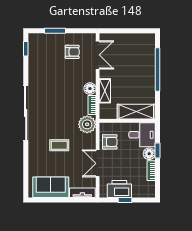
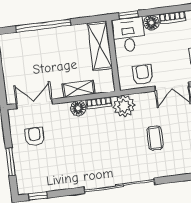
window: (157, 150) -> (129, 15), moved

